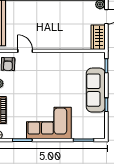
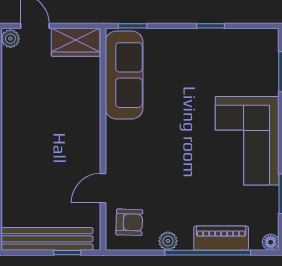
sofa: (96, 90) -> (124, 75), moved, turned -90

